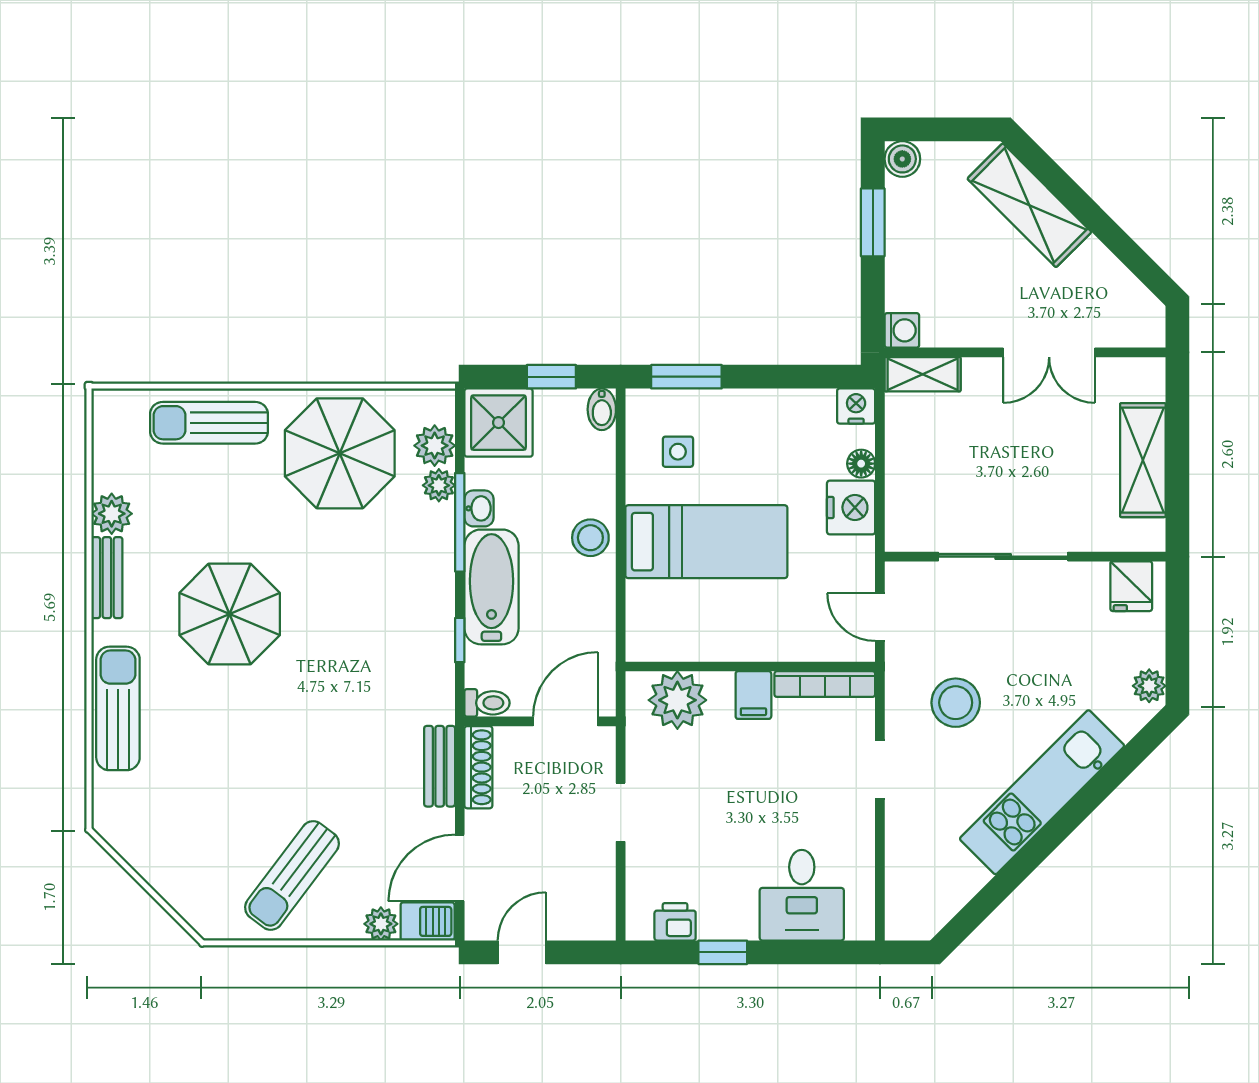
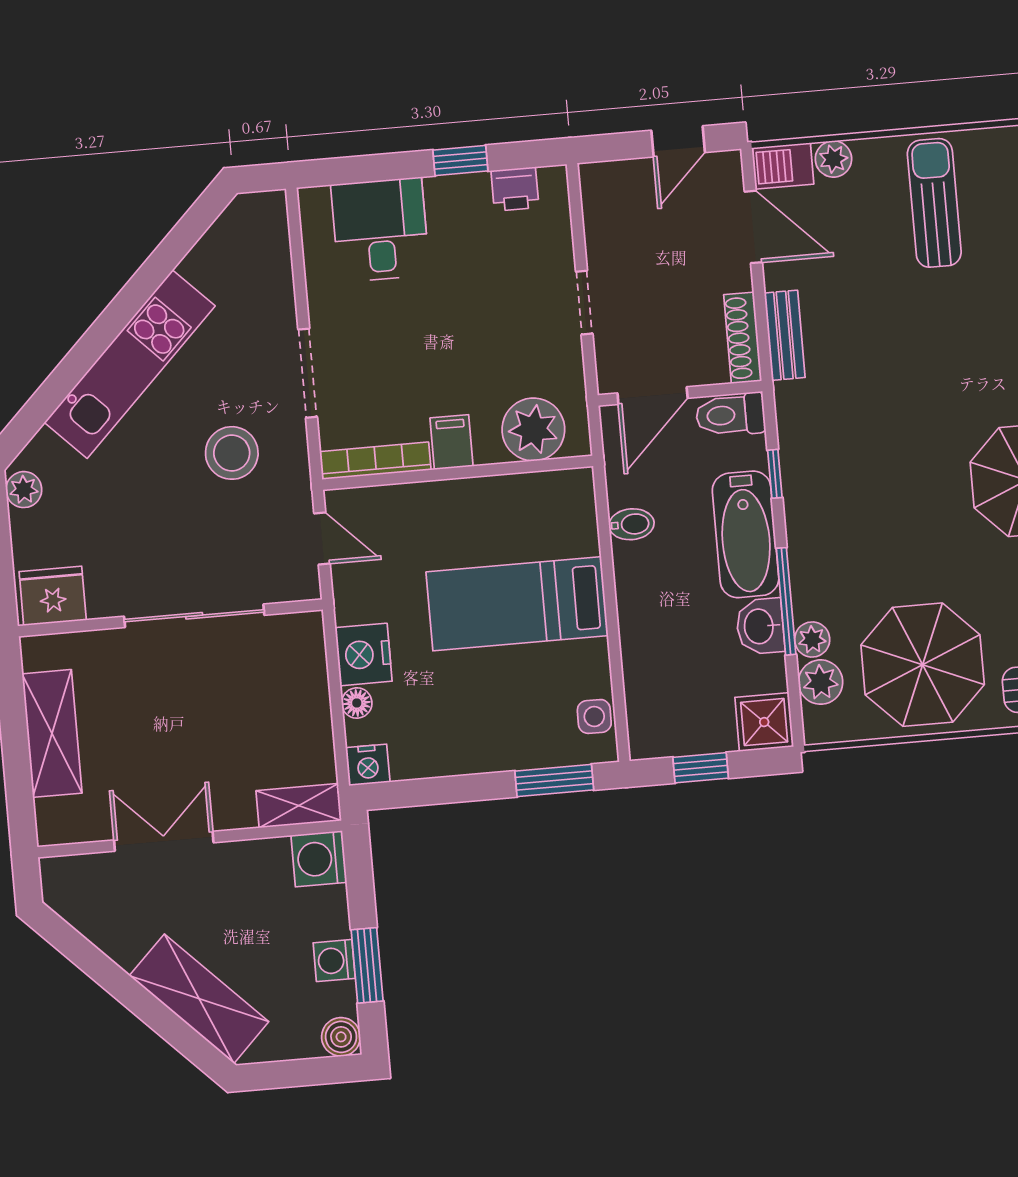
washing machine: (903, 229) -> (334, 961), added
washing machine: (902, 330) -> (319, 859), width x1.38, depth x1.38
bidet: (602, 409) -> (631, 524), moved, turned 90
shower: (499, 423) -> (764, 722), width x0.73, depth x0.73
side table: (678, 452) -> (594, 716), moved
washbasin: (479, 508) -> (760, 626), width x1.38, depth x1.45
stool: (590, 538) -> (643, 597), removed
fridge: (1131, 586) -> (53, 596), width x1.38
toilet: (487, 703) -> (730, 415), width x1.37, depth x1.39
doorway: (880, 770) -> (308, 373), width x1.38
door: (460, 868) -> (753, 227), hinge flipped
sun lounger: (292, 875) -> (934, 203), turned -37

